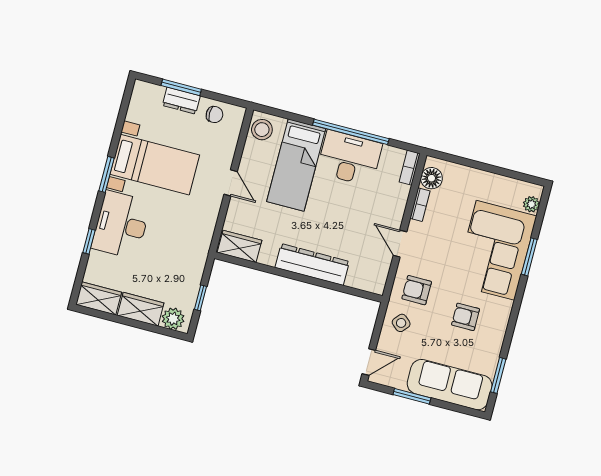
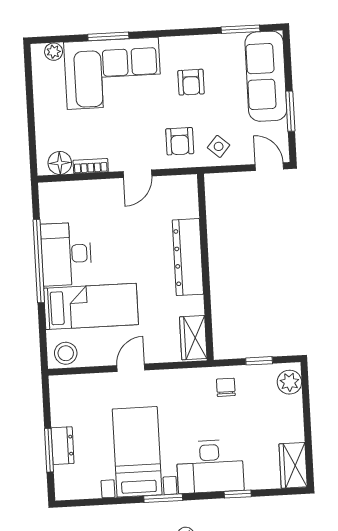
chair: (214, 115) -> (226, 387), moved
bookcase: (410, 168) -> (56, 189), removed
wardrobe: (141, 309) -> (290, 419), removed

